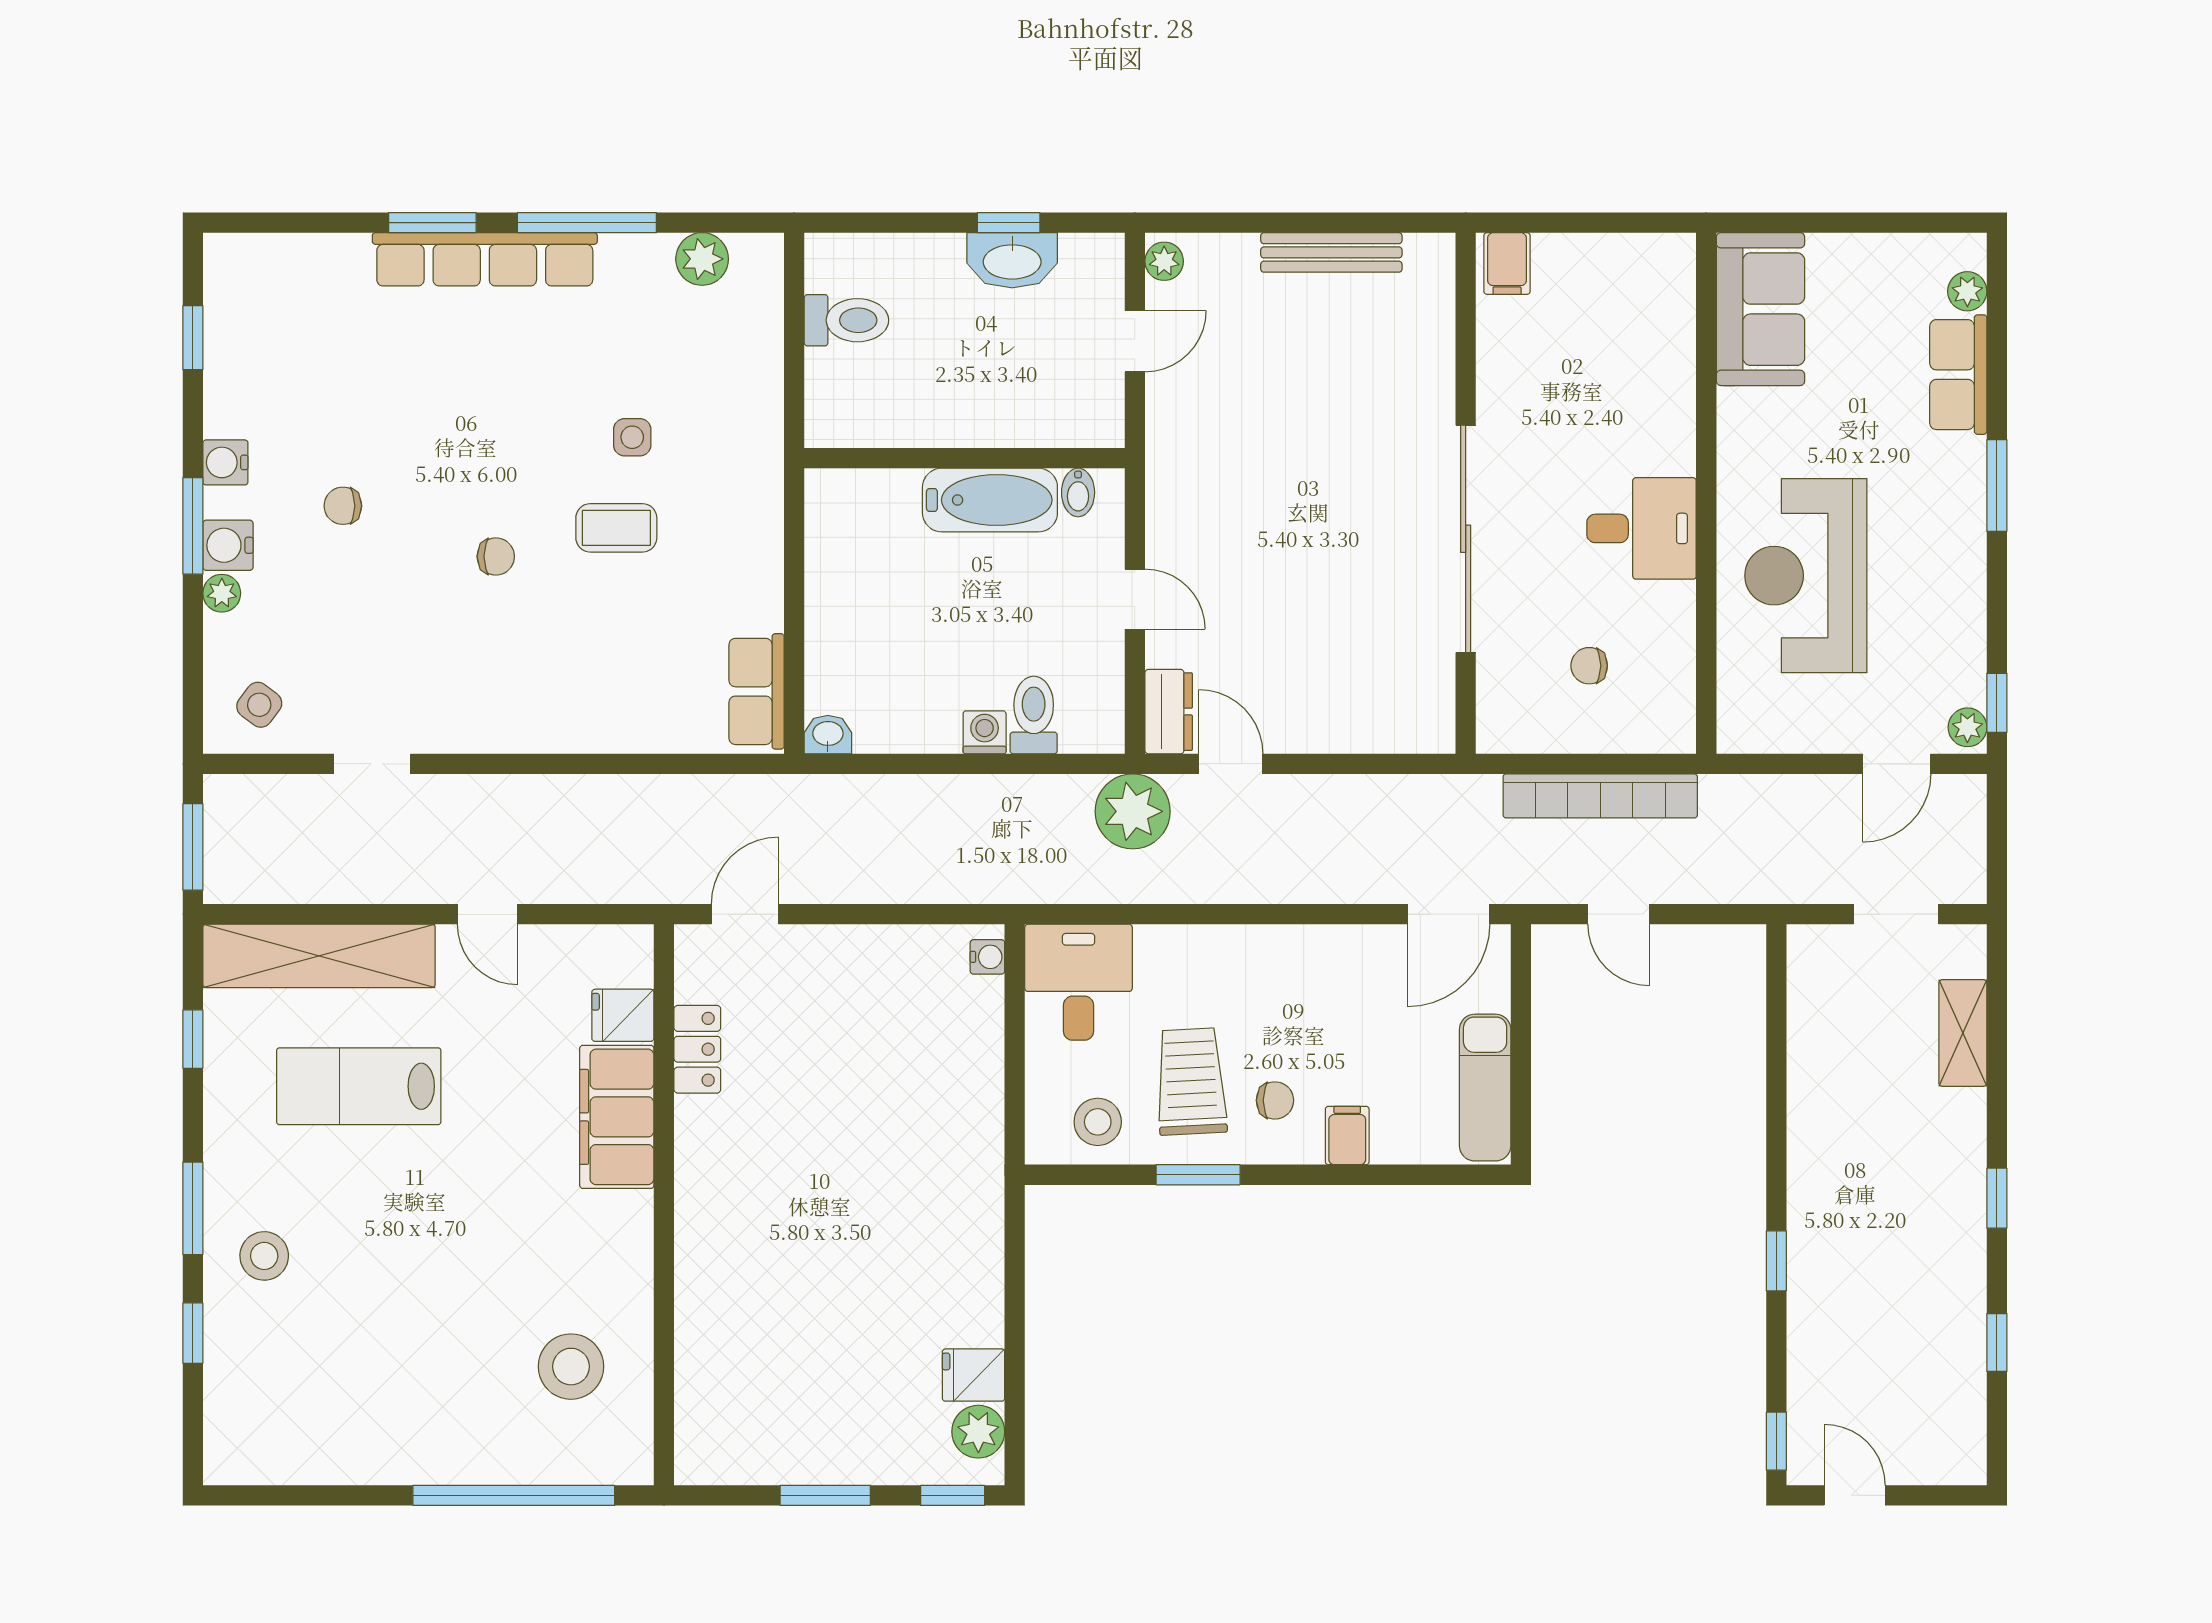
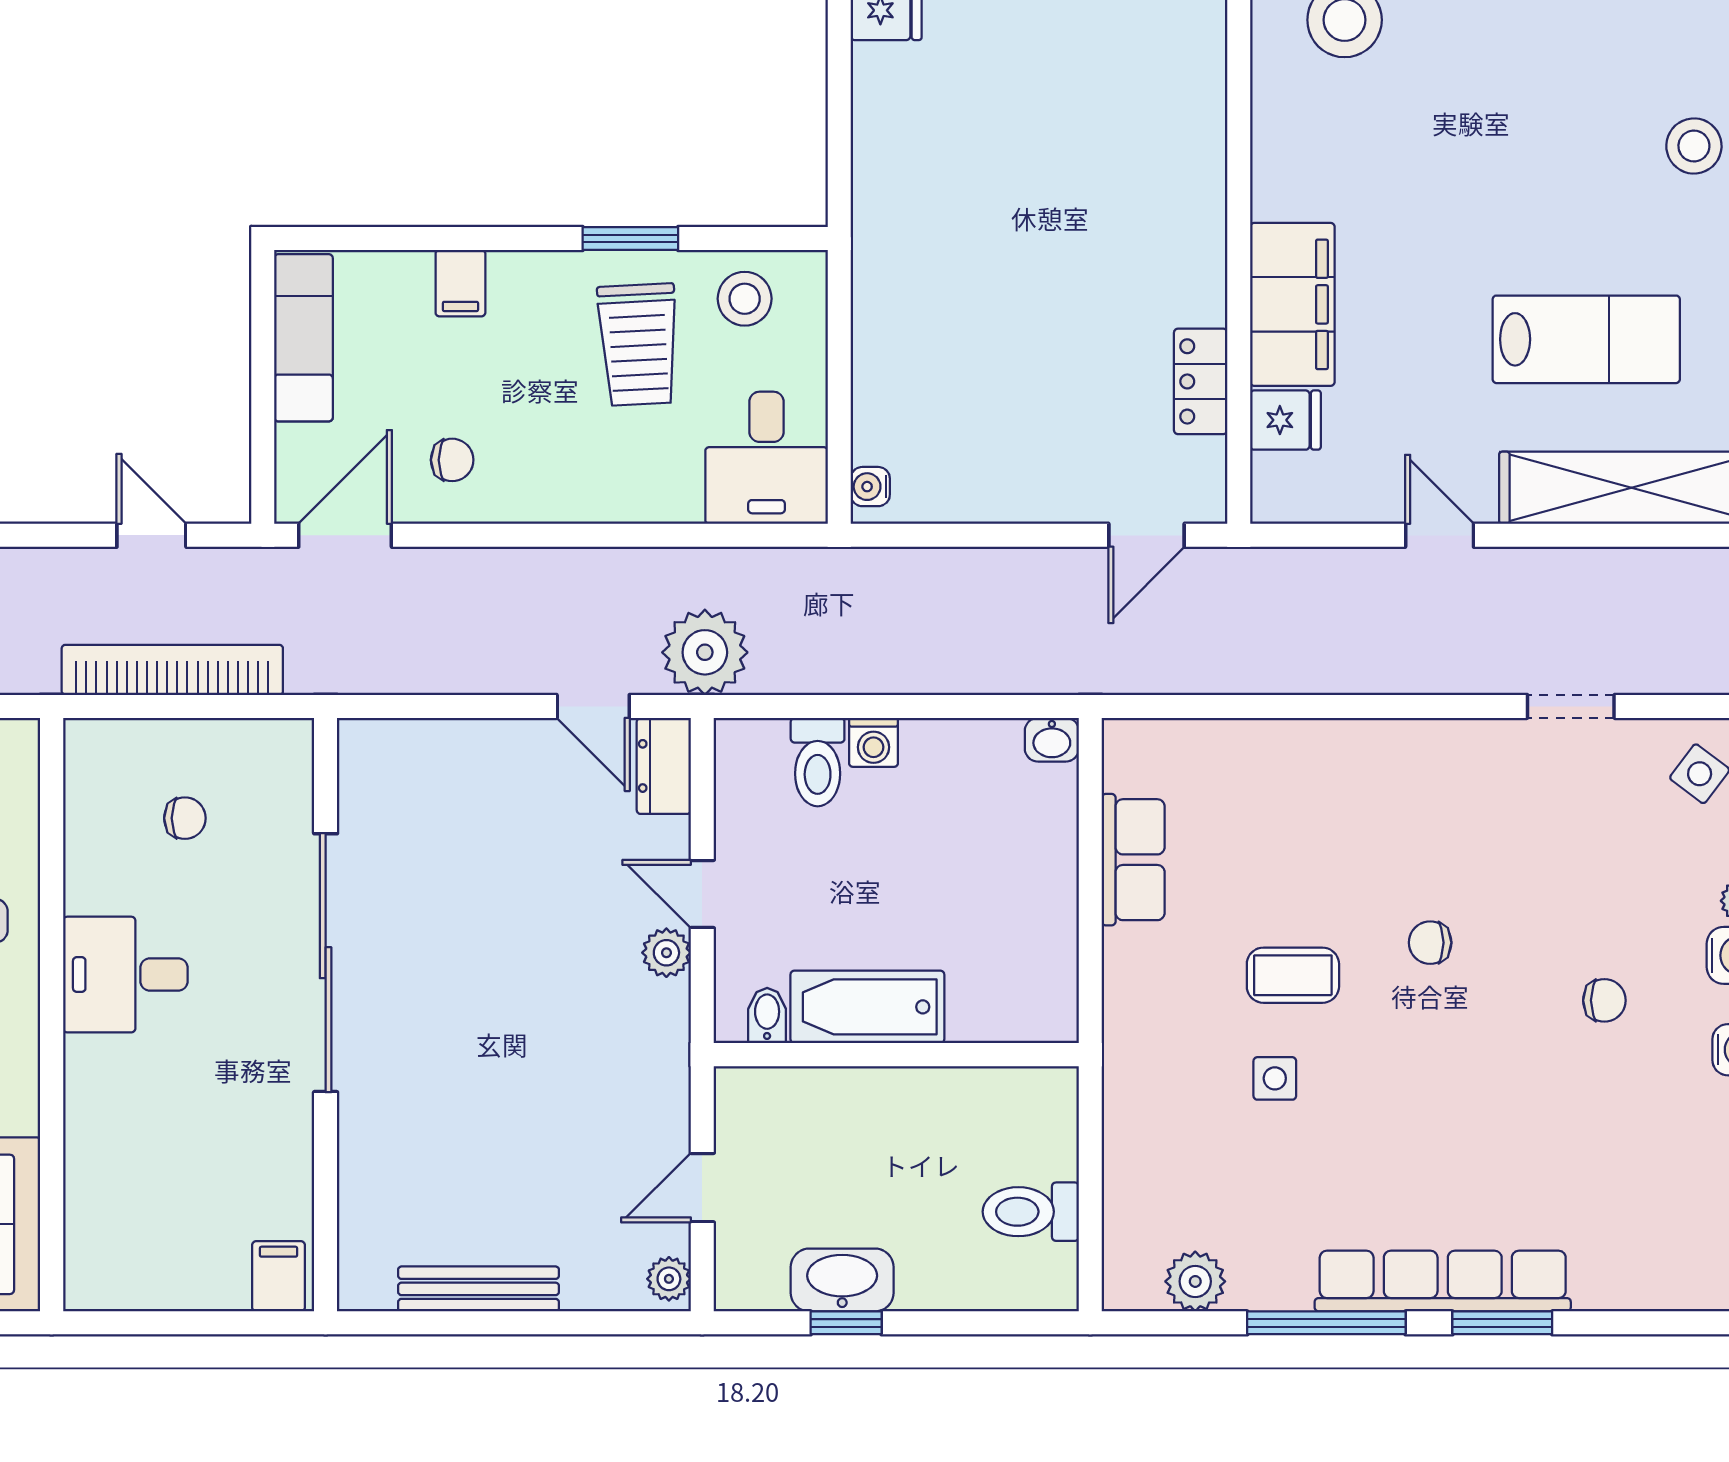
plant: (1166, 548) -> (666, 953), added
row of seats: (757, 691) -> (1133, 860), moved
chair: (1275, 1100) -> (452, 460), moved, turned 180

